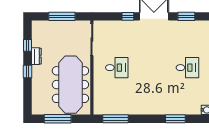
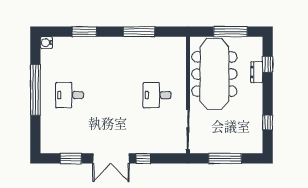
dresser: (36, 56) -> (257, 72), moved
window: (27, 72) -> (268, 64), moved
window: (116, 119) -> (139, 32), moved

